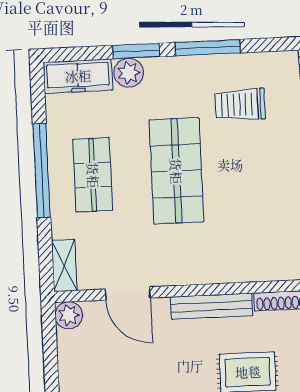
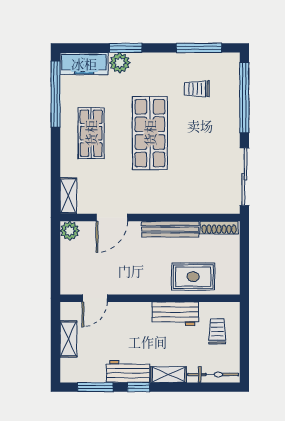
window: (208, 48) -> (199, 48), moved
trolley: (240, 105) -> (197, 89), width x0.73, depth x0.72
window: (42, 171) -> (56, 94), moved
door: (128, 294) -> (112, 217), hinge flipped

